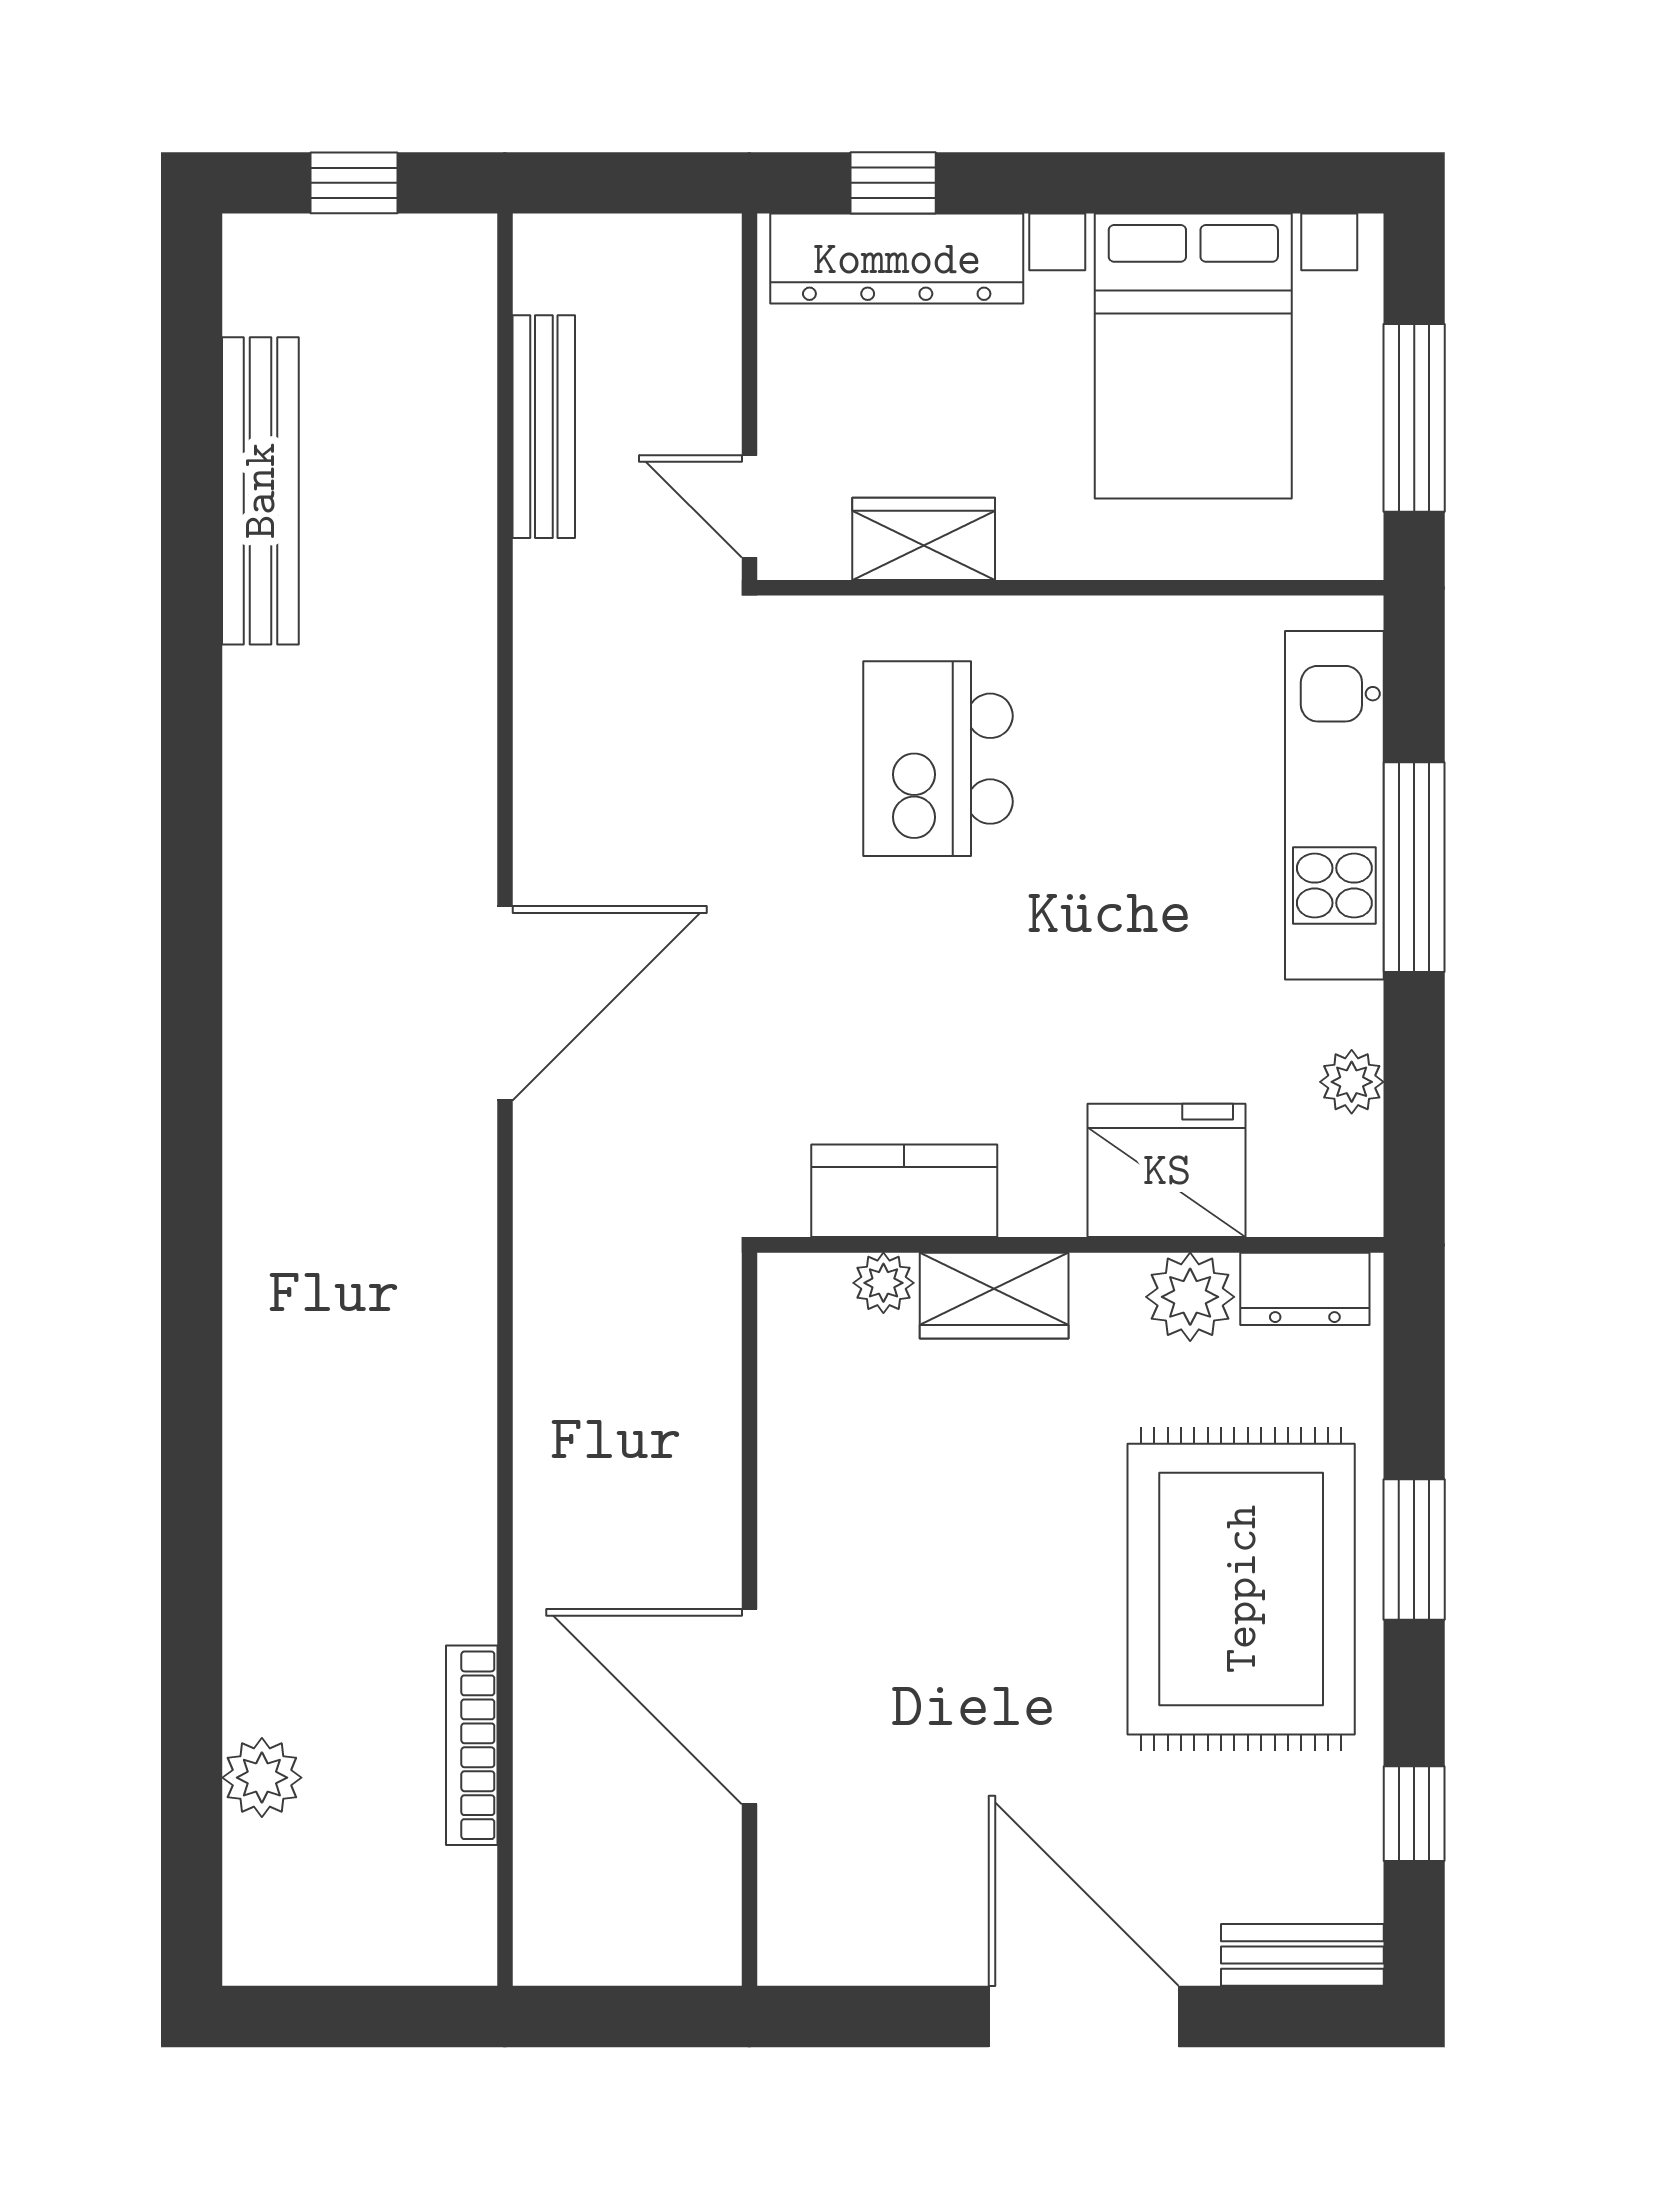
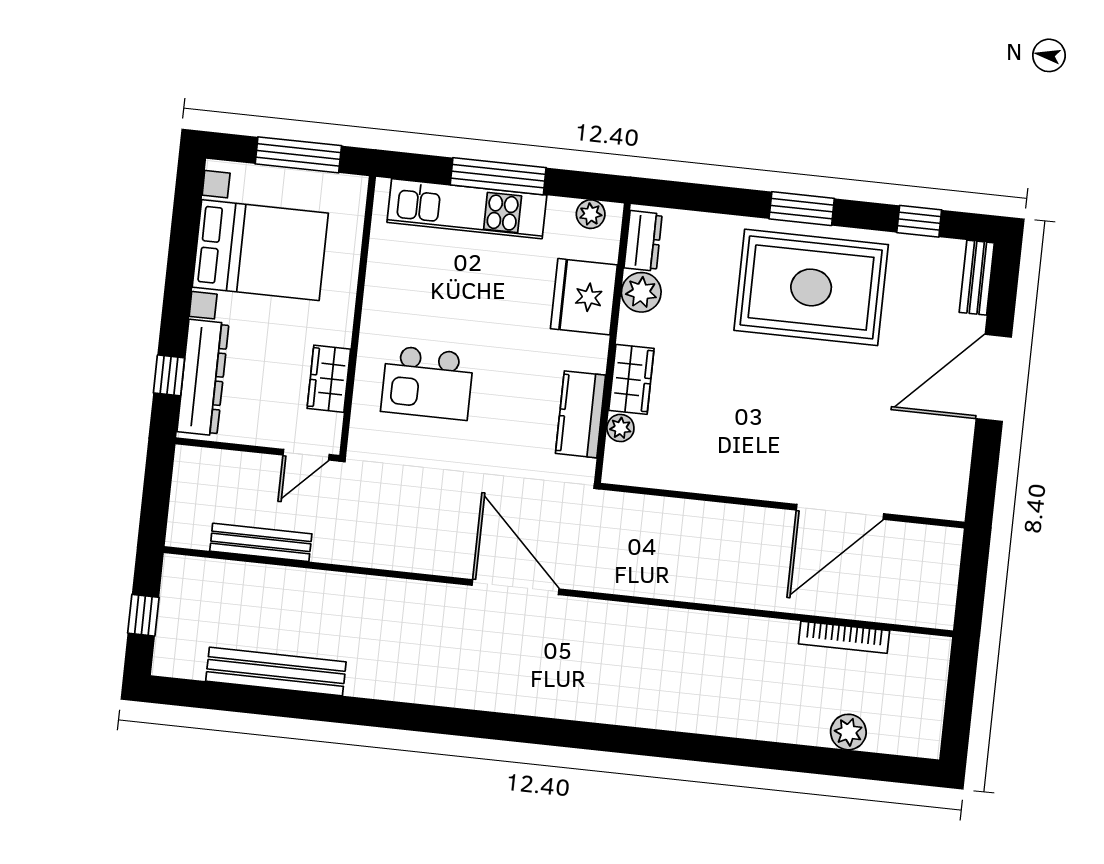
fridge: (1167, 1170) -> (584, 297), moved
kitchen counter: (904, 1191) -> (581, 414), moved
wall: (1070, 1245) -> (612, 343), moved
plant: (883, 1283) -> (620, 428), moved
dresser: (1305, 1289) -> (643, 241), moved
wardrobe: (994, 1296) -> (631, 379), moved
plant: (1190, 1297) -> (641, 292), moved

